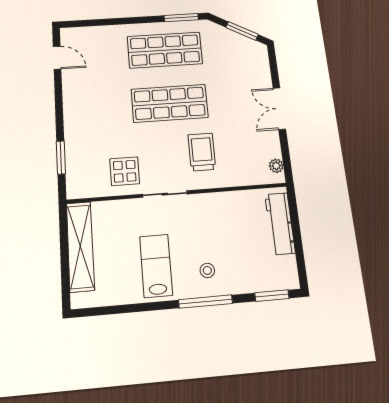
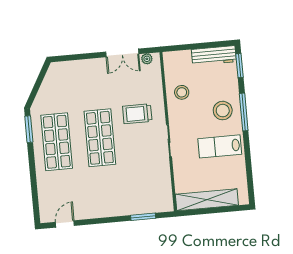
window: (242, 31) -> (39, 81), removed
double door: (279, 108) -> (122, 53), moved
display table: (125, 171) -> (153, 170), removed
stool: (232, 212) -> (182, 92), added
workbench: (280, 224) -> (214, 56), moved
stool: (207, 270) -> (223, 111), width x1.89, depth x1.89

